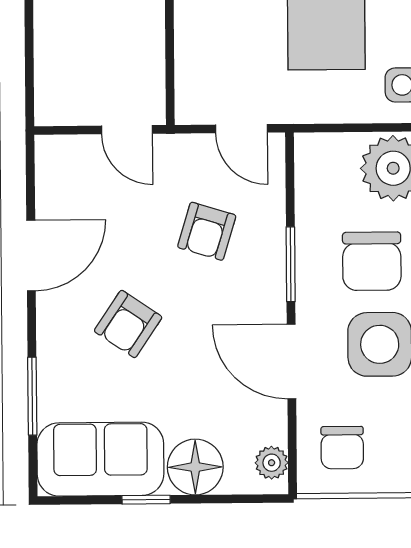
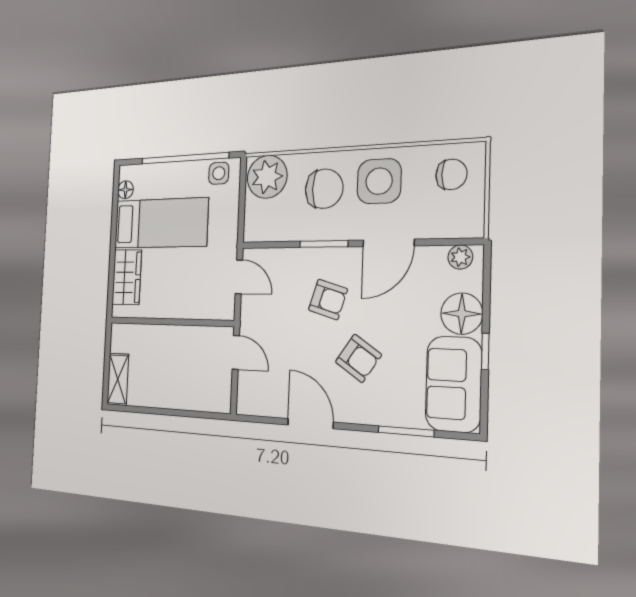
door: (242, 129) -> (239, 277), hinge flipped
door: (127, 130) -> (236, 352), hinge flipped
armchair: (207, 231) -> (328, 300), moved
chair: (342, 448) -> (451, 174), moved

